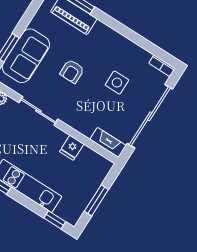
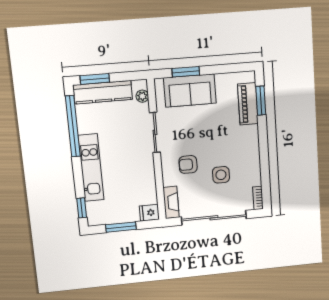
armchair: (72, 71) -> (188, 164), moved
fridge: (72, 148) -> (149, 213), moved

